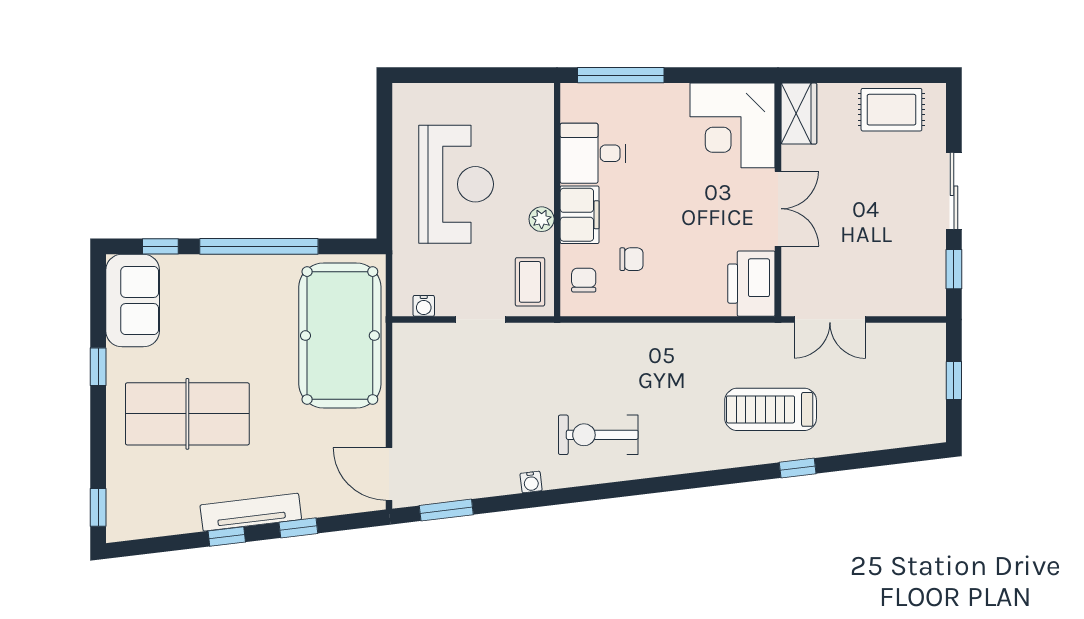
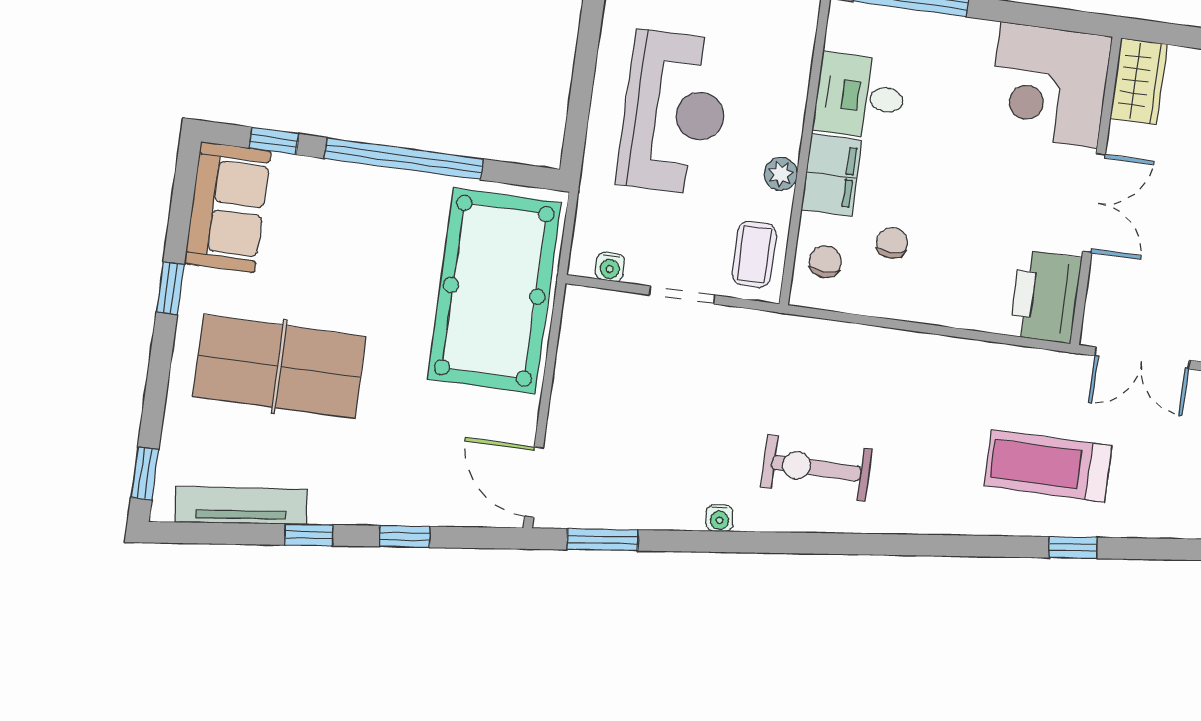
chair: (632, 259) -> (892, 243), turned -90
tv unit: (251, 512) -> (241, 506), moved

